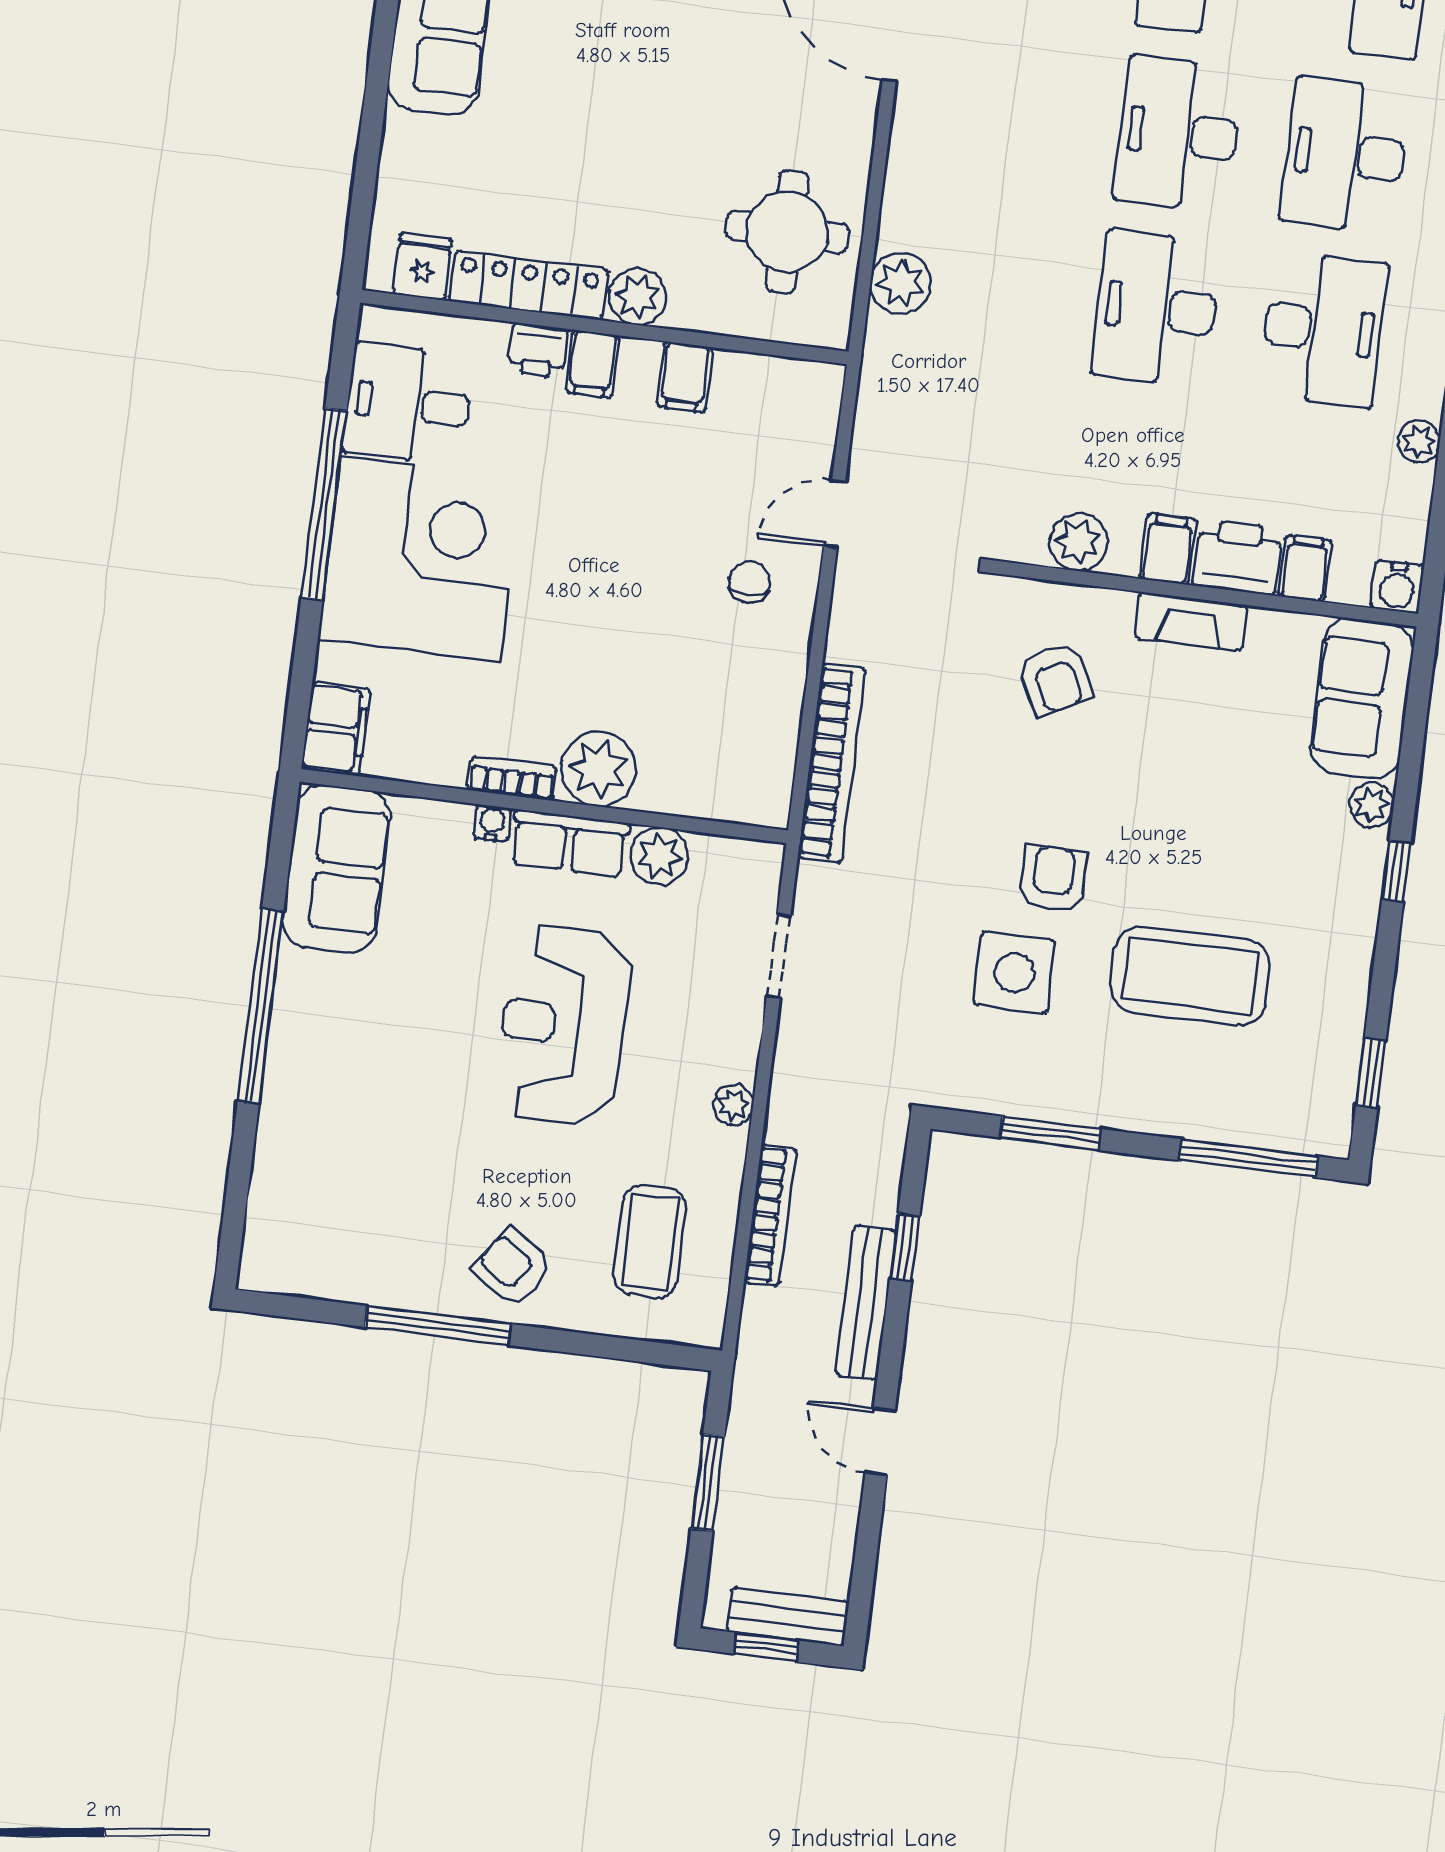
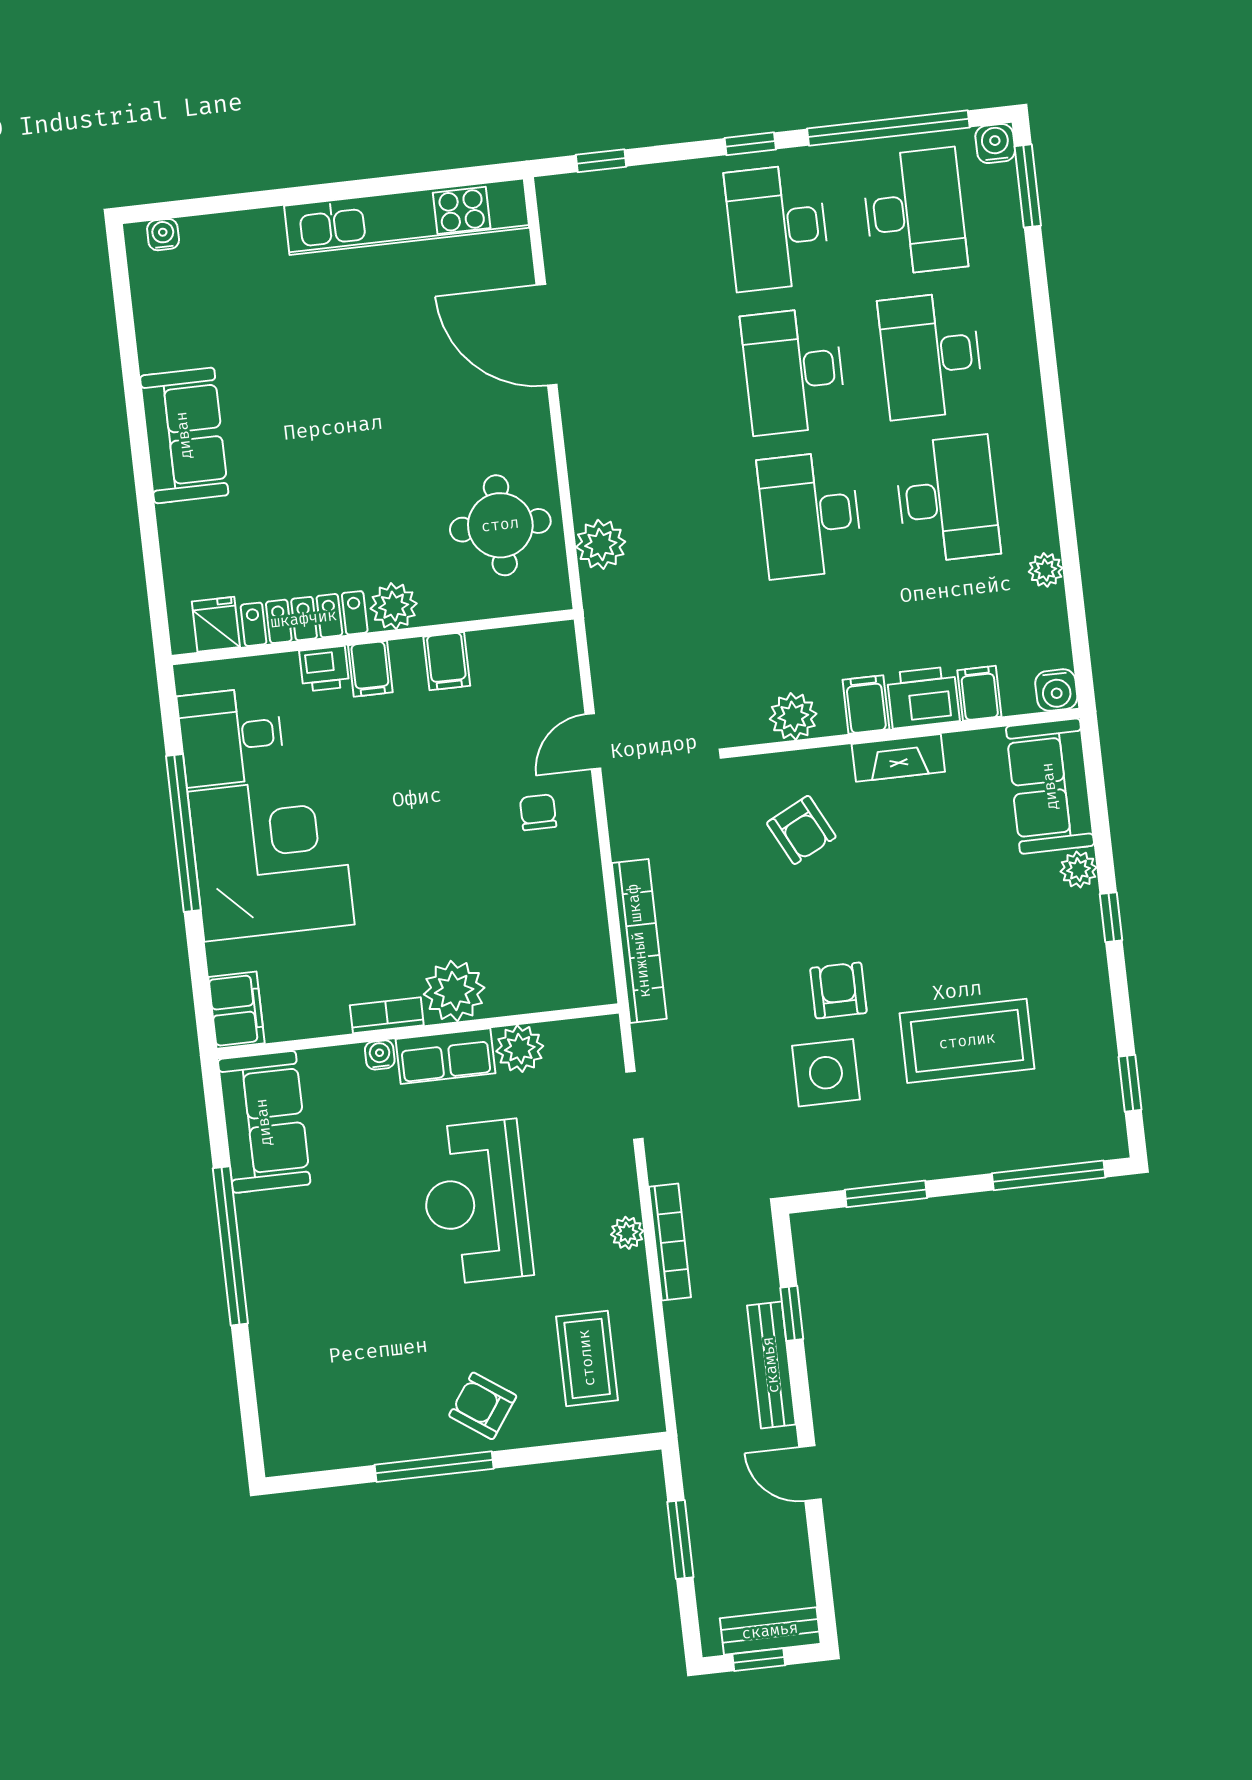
bookcase: (770, 1215) -> (670, 1242), moved

